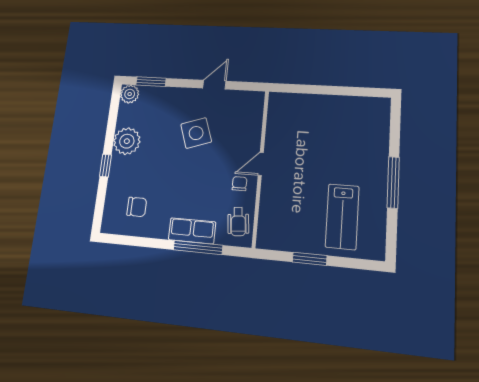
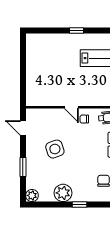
window: (151, 82) -> (23, 167), moved
door: (214, 85) -> (23, 128), moved
window: (393, 182) -> (76, 31), width x0.46

